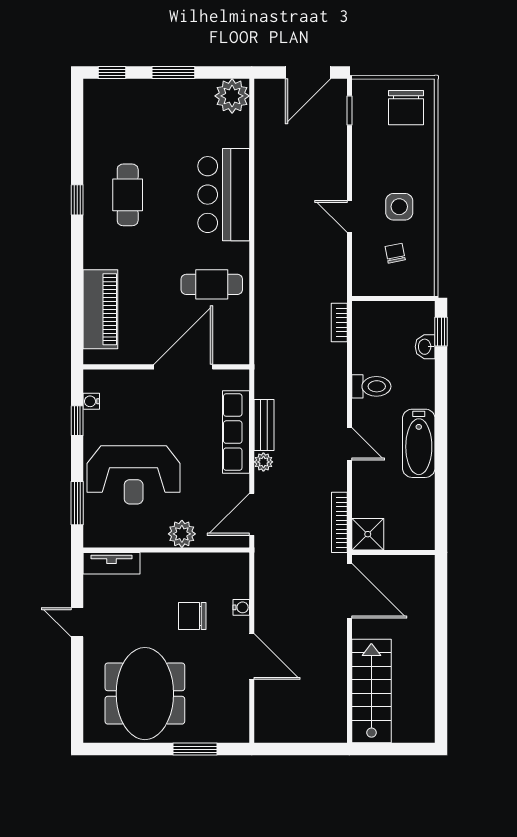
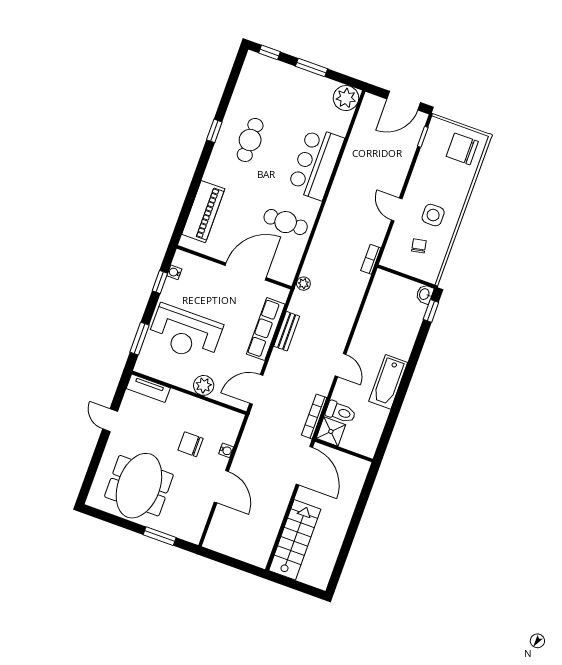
chair: (406, 108) -> (462, 149), turned 90
bookcase: (339, 322) -> (371, 259), moved
washbasin: (425, 347) -> (425, 294), moved
toilet: (371, 386) -> (341, 412), moved
plant: (263, 462) -> (303, 284), moved

